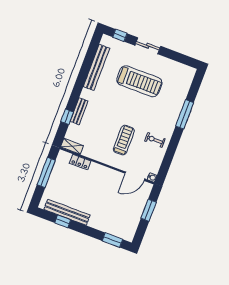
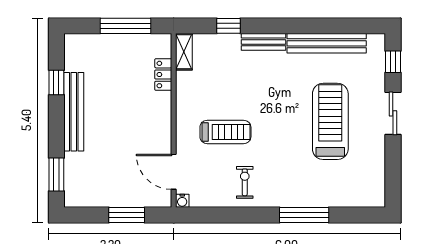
treadmill: (139, 81) -> (330, 121), turned 180
bench: (79, 111) -> (263, 42), moved
bench: (67, 212) -> (74, 112), moved

